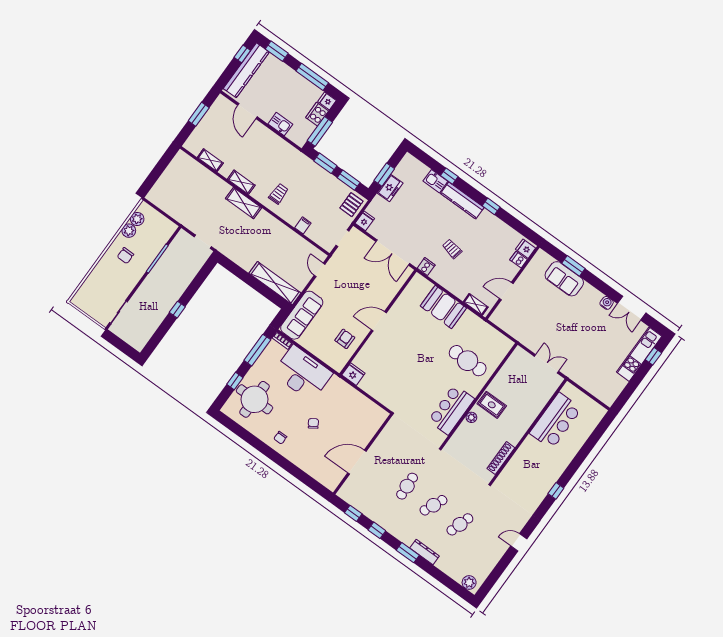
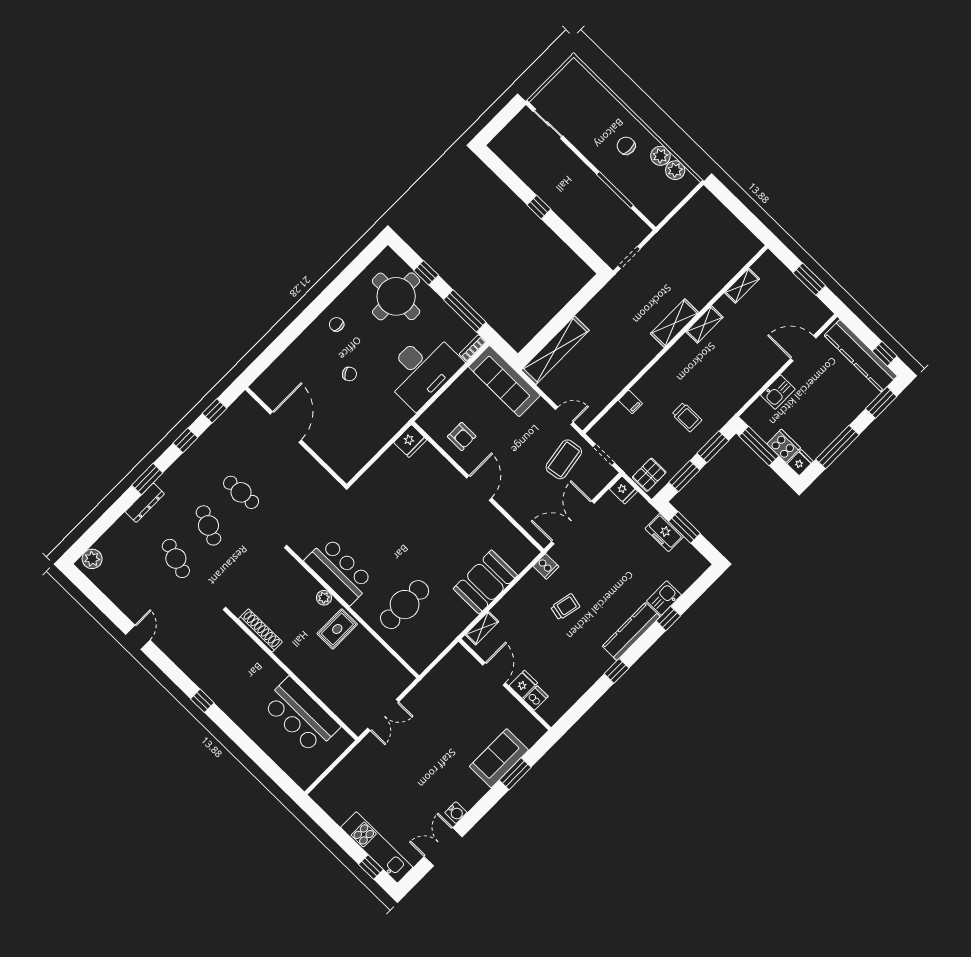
trolley: (278, 194) -> (687, 417), moved
pallet: (351, 205) -> (649, 475), turned 90
fridge: (526, 249) -> (523, 684), moved
coffee table: (350, 265) -> (564, 459), added

